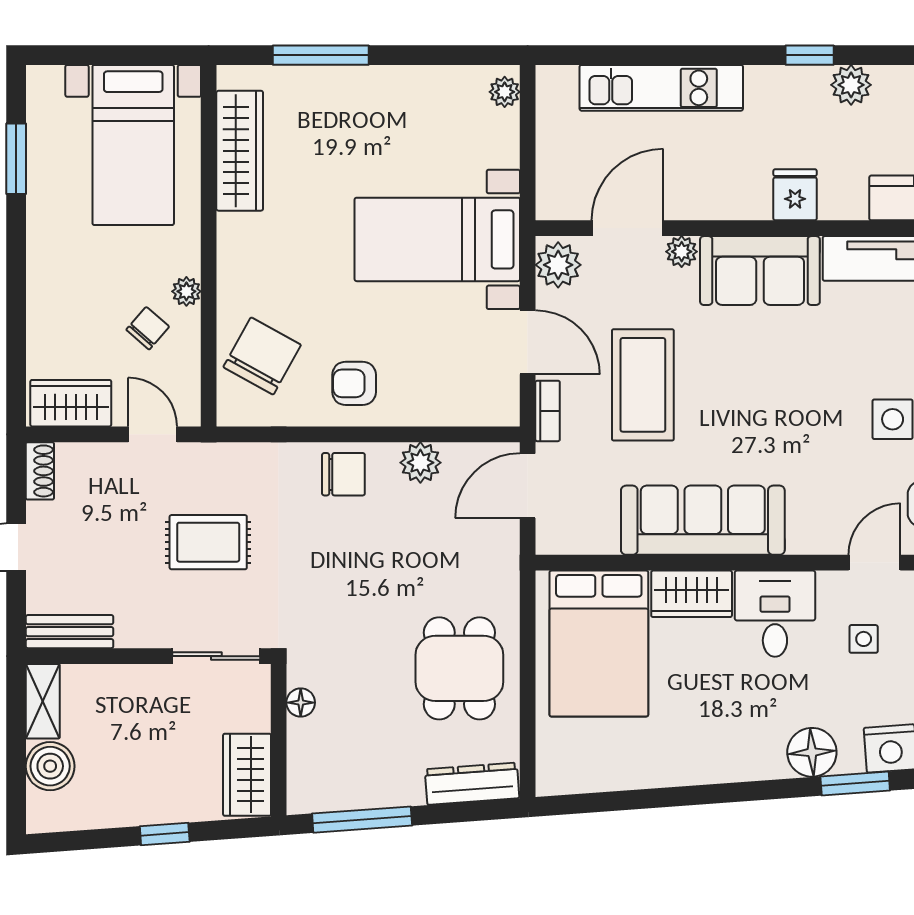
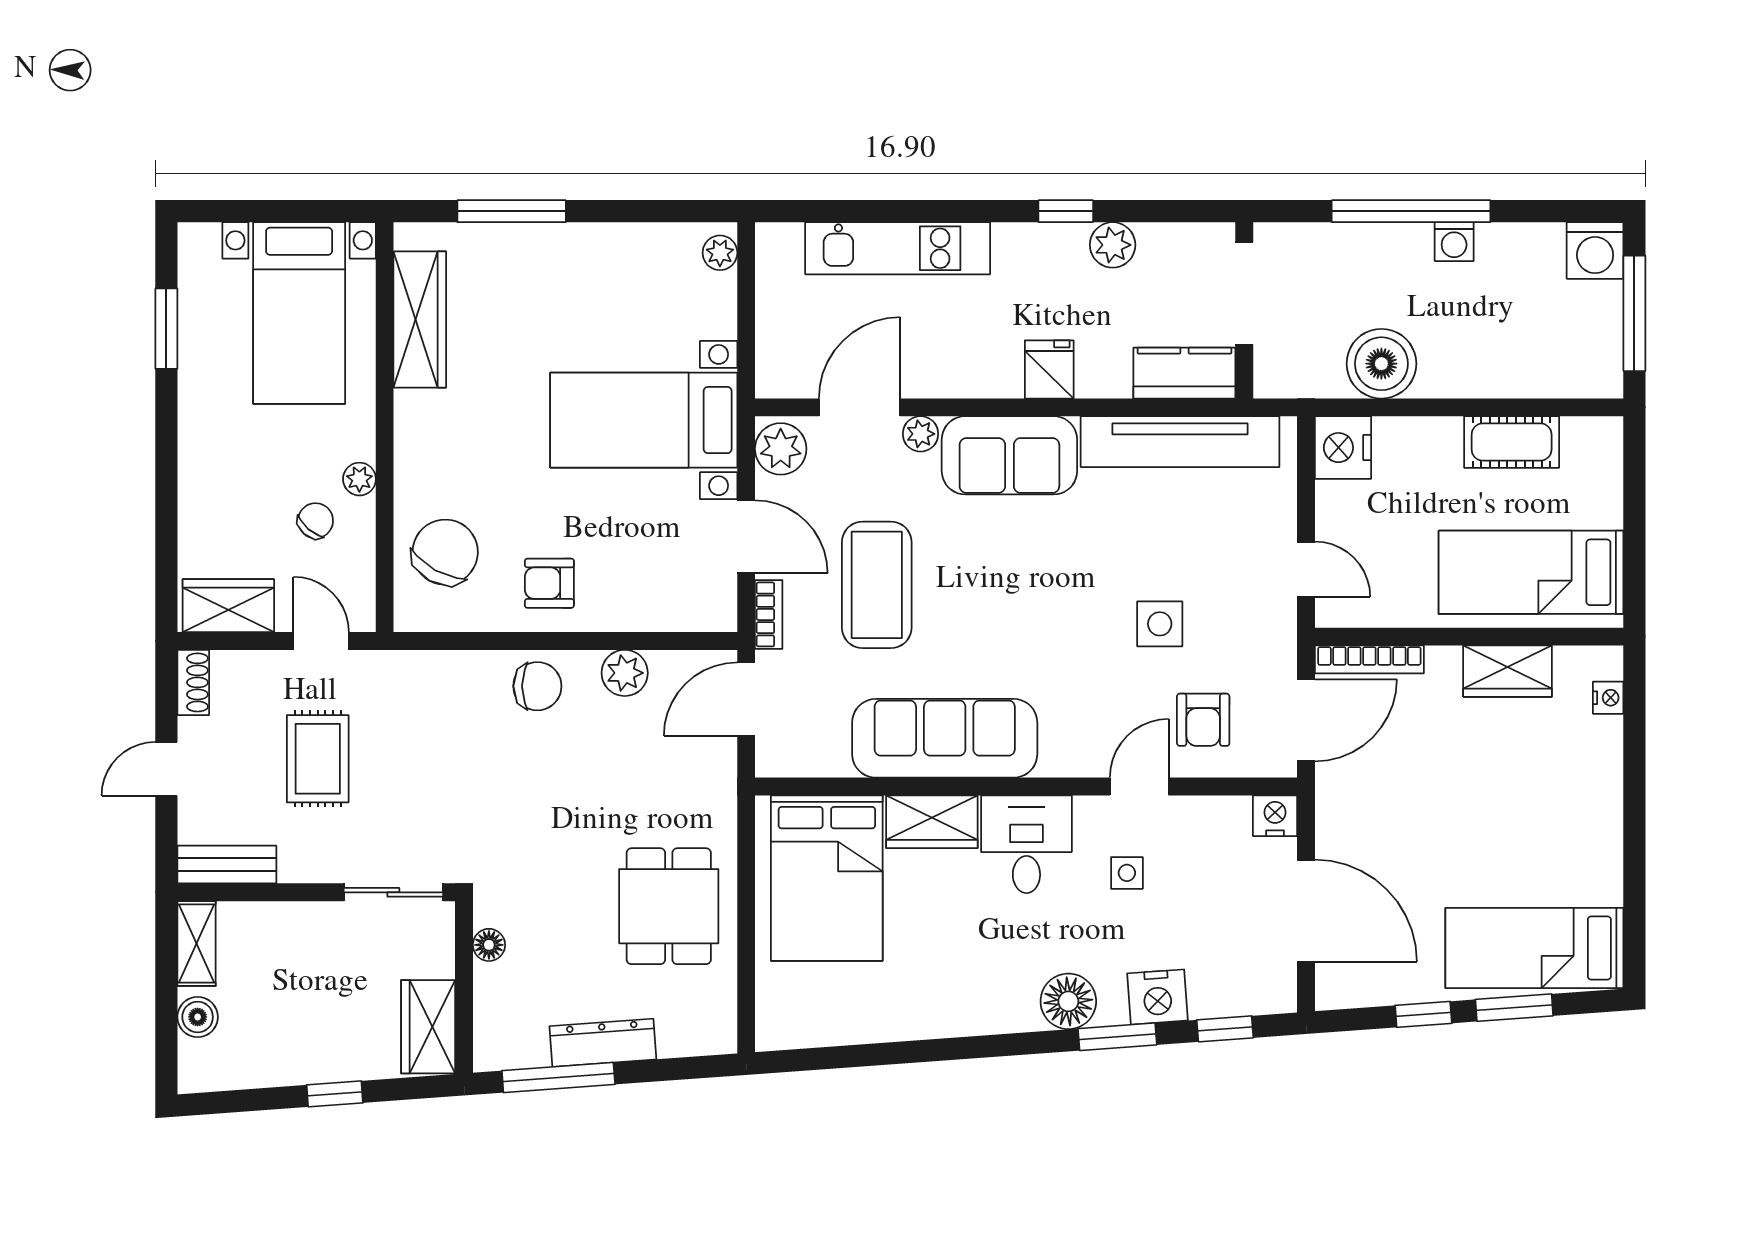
rug: (208, 542) -> (318, 759), moved, turned 90
boiler: (50, 766) -> (198, 1017), width x0.73, depth x0.73
dresser: (472, 784) -> (603, 1043), moved

